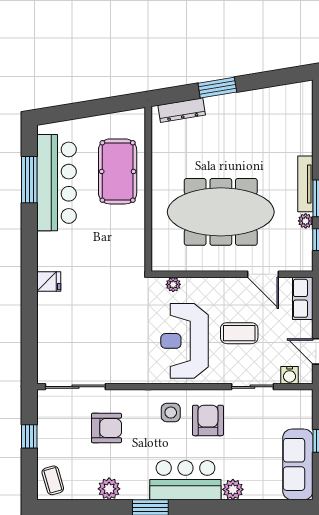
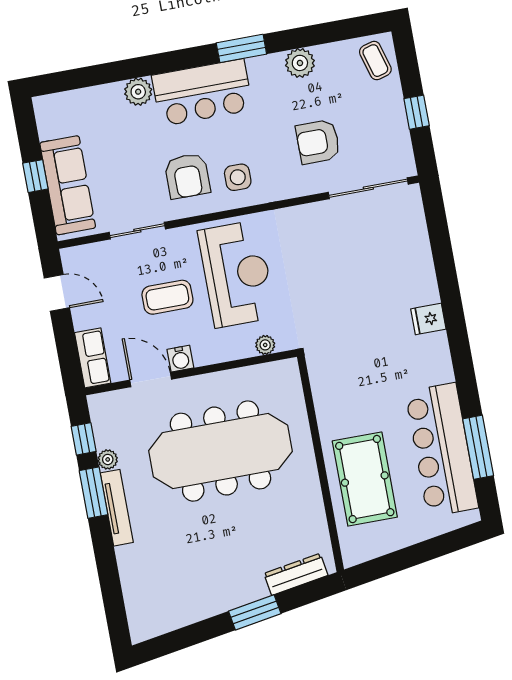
water cooler: (290, 375) -> (180, 359), moved, turned 180
sofa: (298, 464) -> (68, 185), moved

